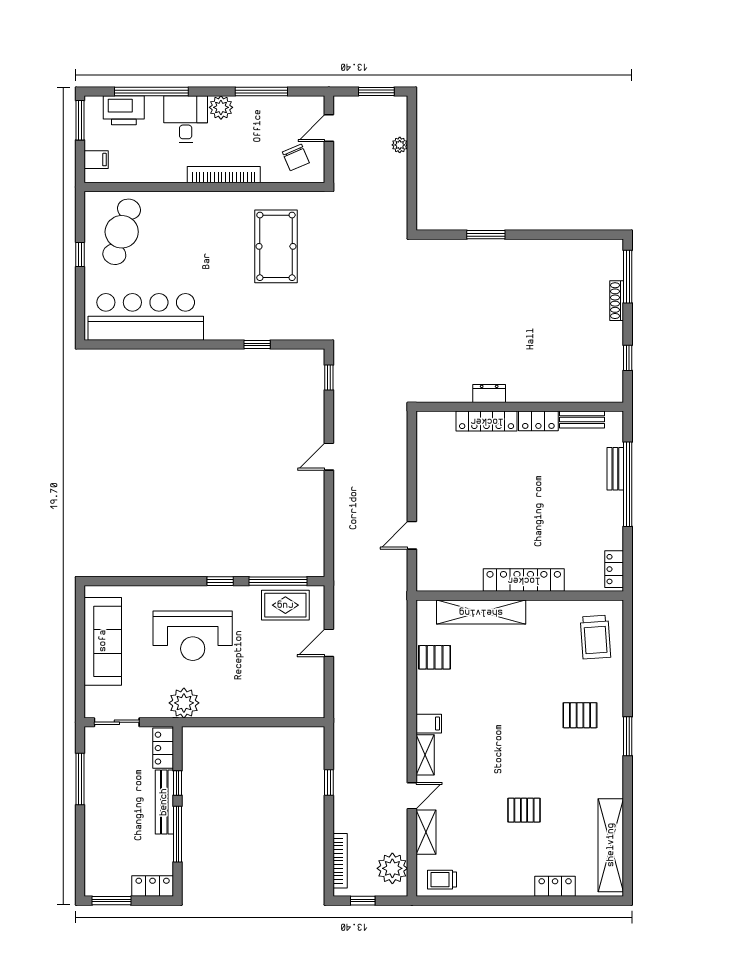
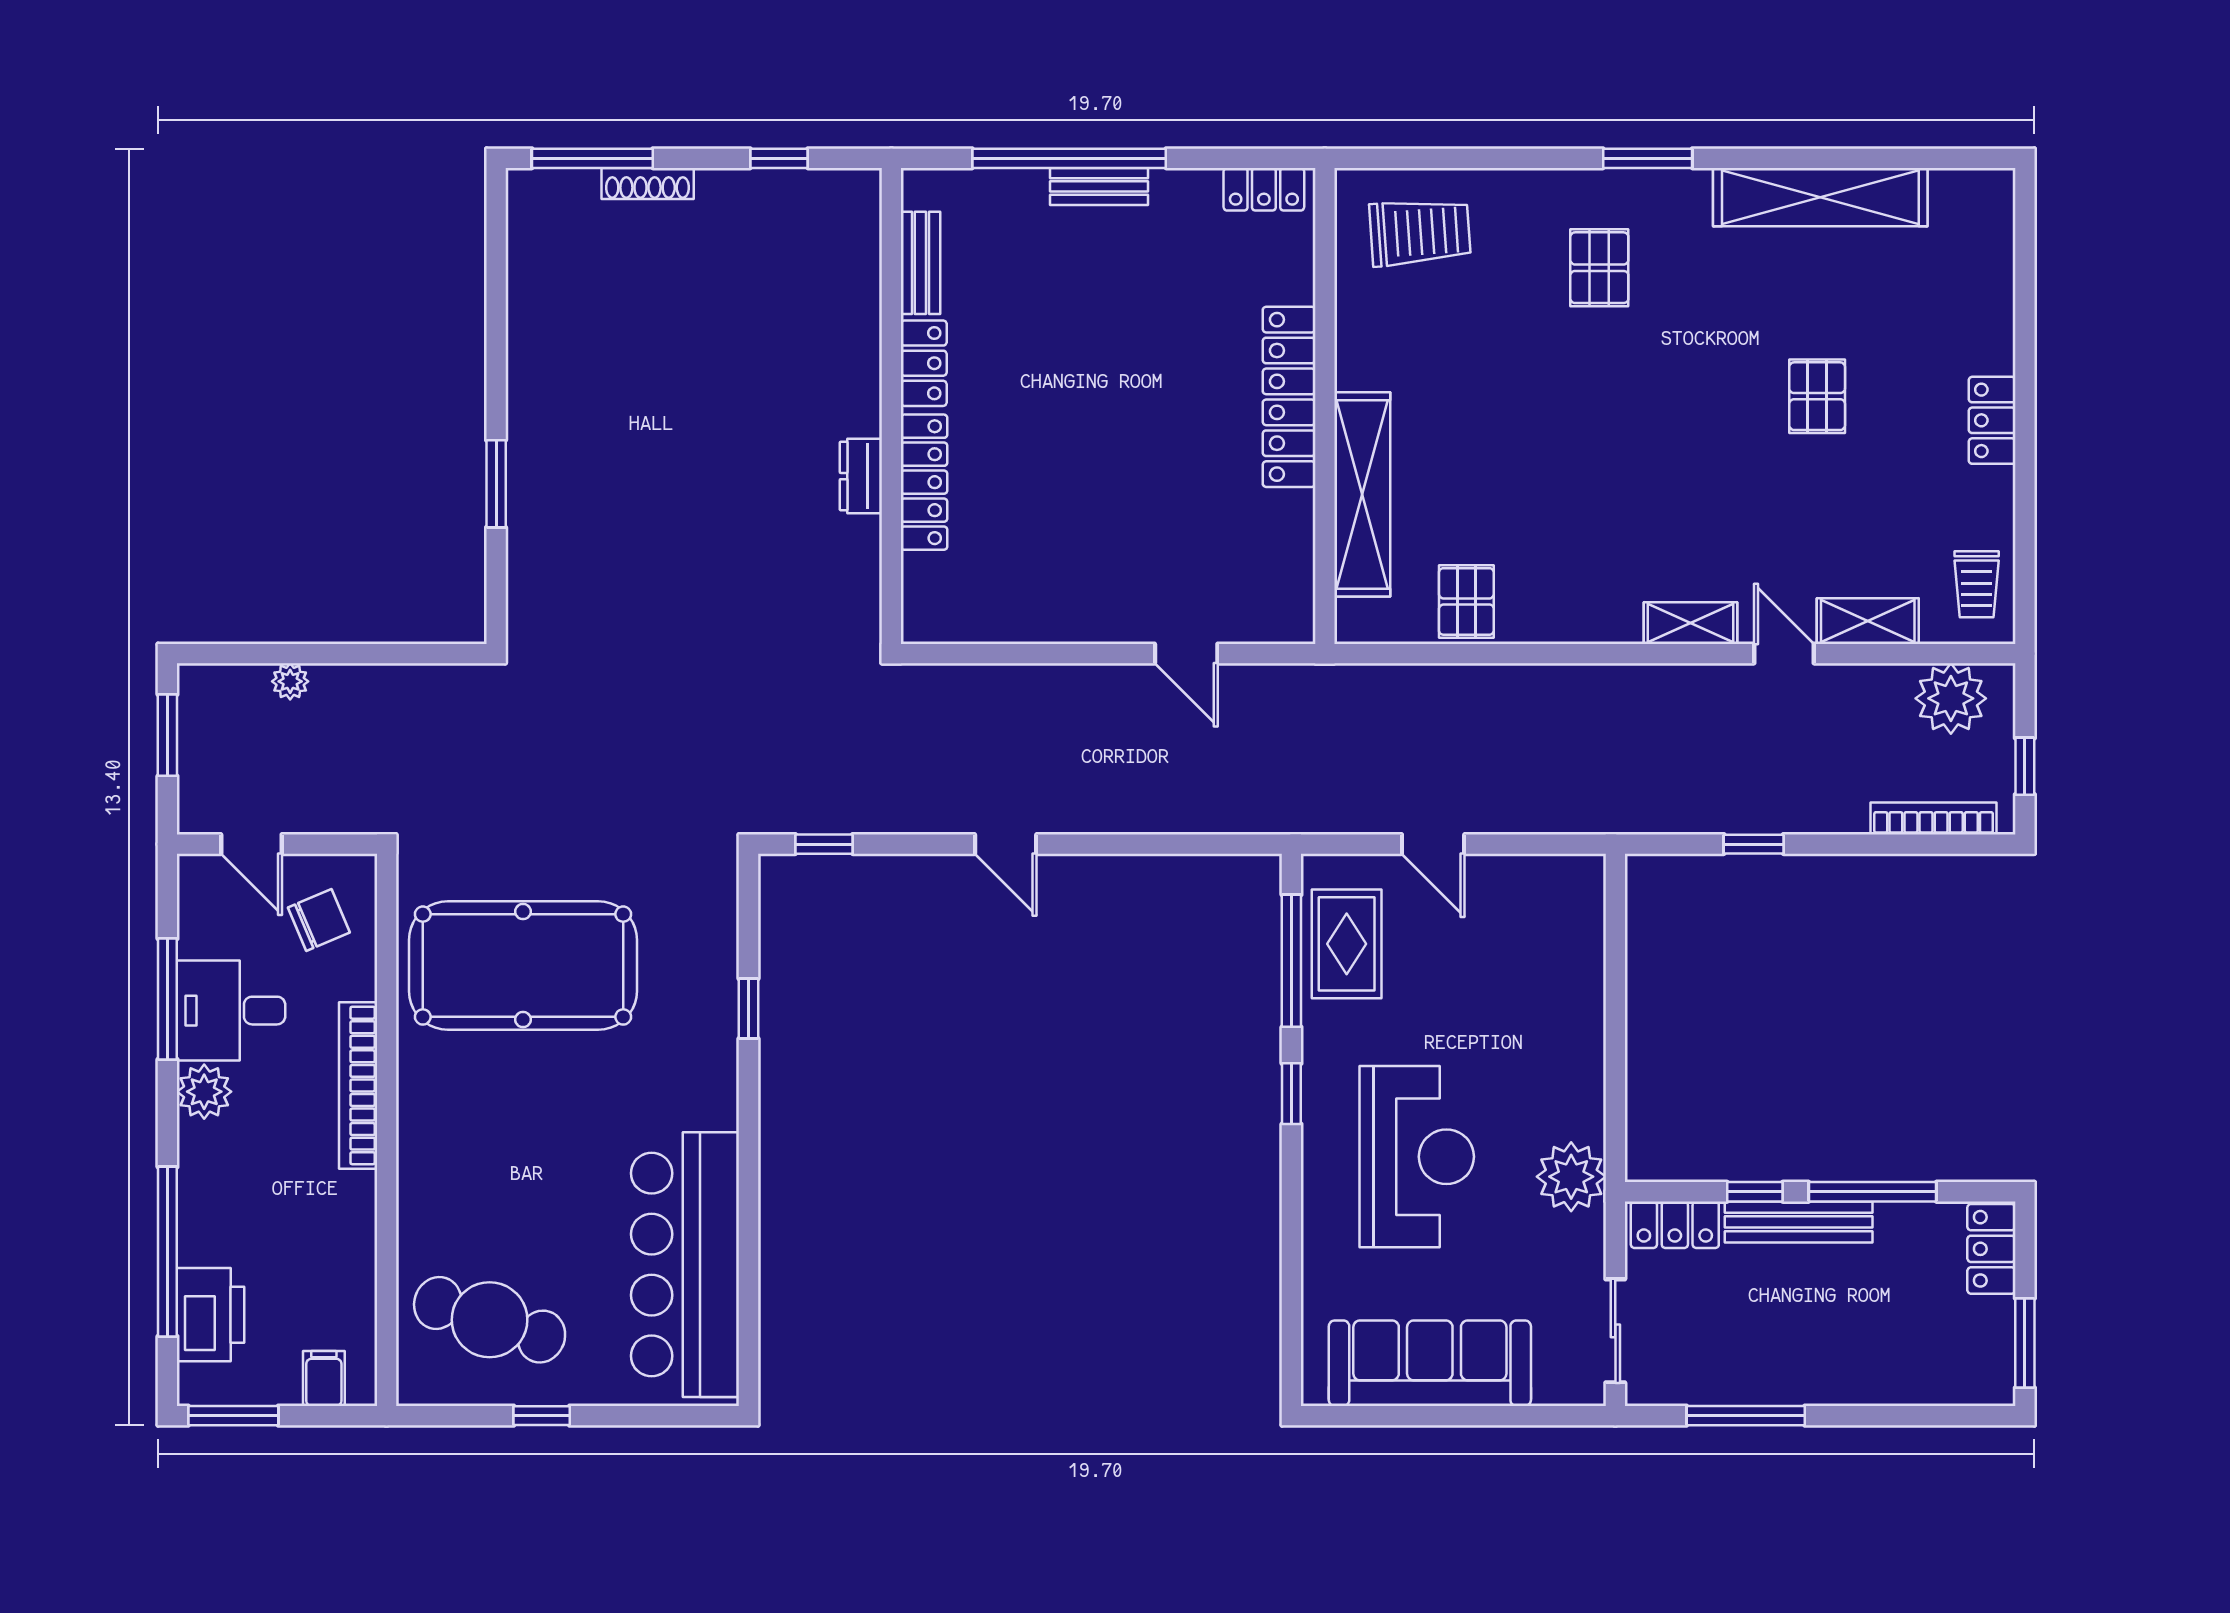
desk: (186, 119) -> (231, 1011), moved
pool table: (276, 246) -> (523, 966), width x1.36, depth x1.32
bench: (615, 469) -> (1099, 186), moved
filing cabinet: (429, 724) -> (1618, 615), removed
shelving: (611, 845) -> (1820, 197), moved
locker: (555, 886) -> (1992, 420), moved

